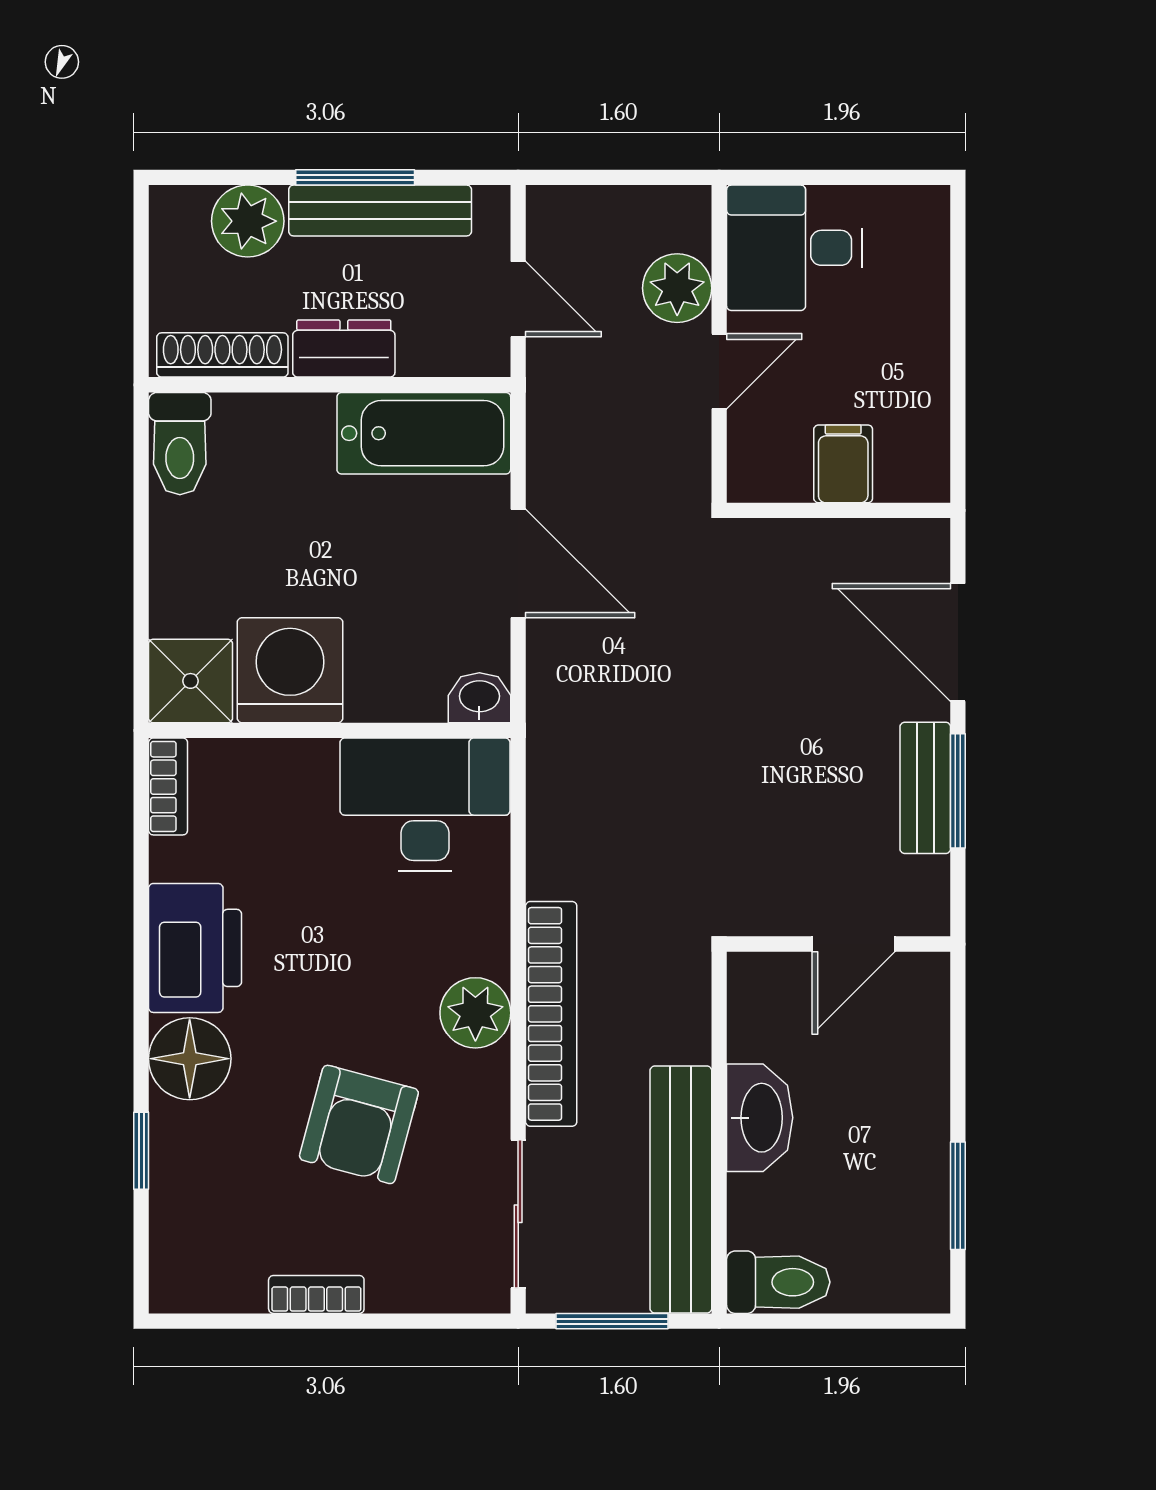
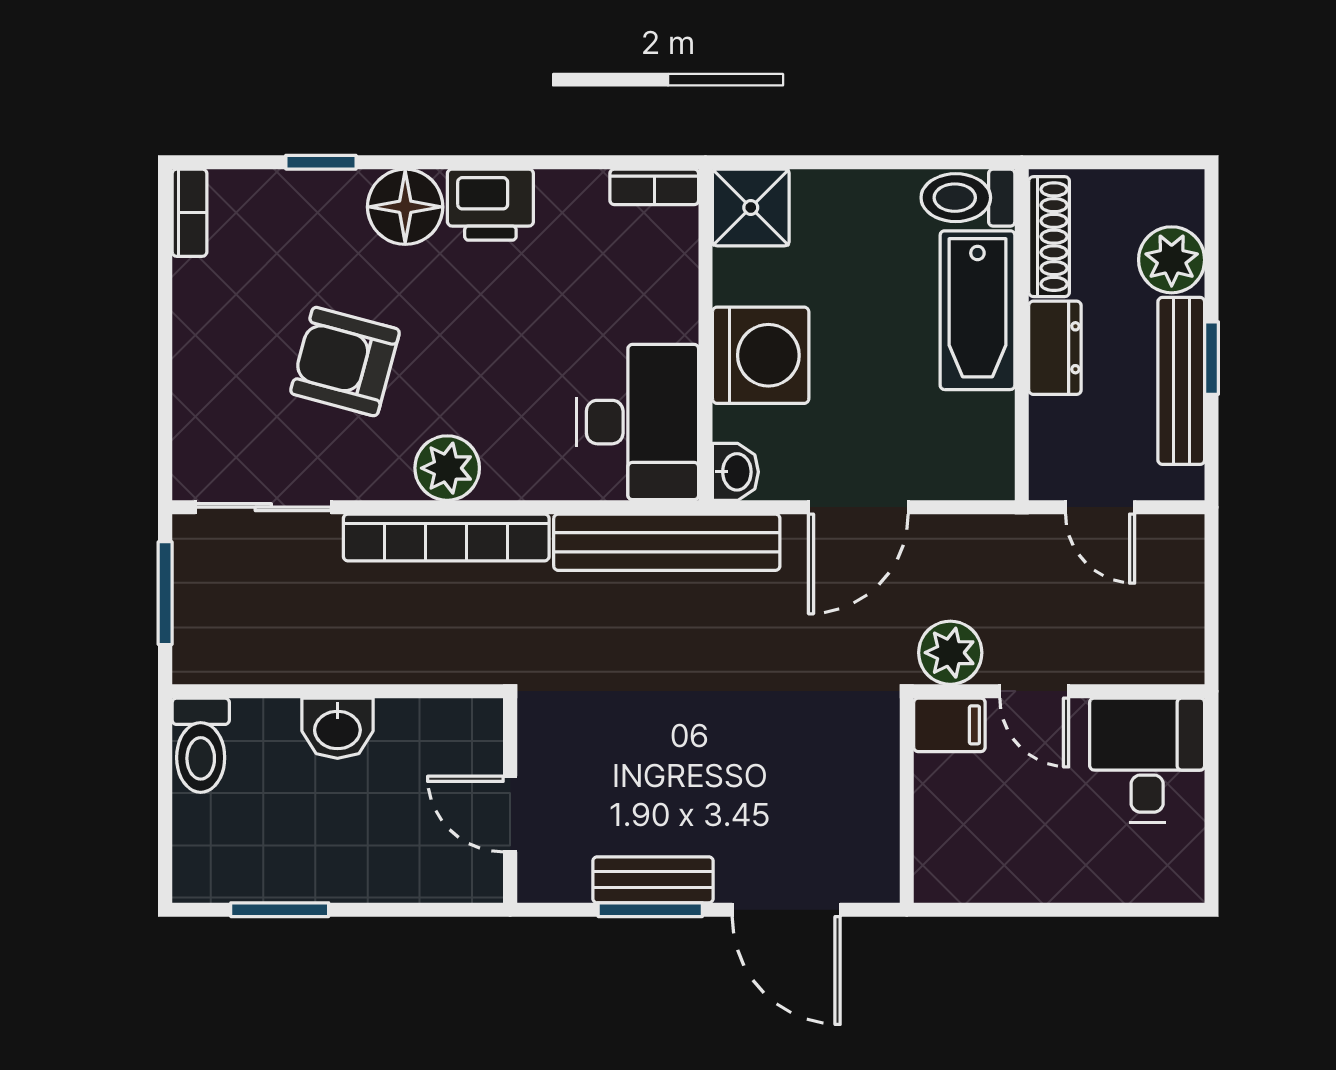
window: (355, 177) -> (1212, 358), width x0.67
plant: (677, 288) -> (950, 653), moved
door: (518, 299) -> (1100, 507), hinge flipped
bathtub: (424, 433) -> (977, 310), moved
filing cabinet: (843, 464) -> (949, 725), moved
door: (958, 642) -> (786, 910), swing flipped
washing machine: (290, 670) -> (761, 355), moved
printer: (195, 948) -> (490, 205), width x0.73, depth x0.84
washbasin: (760, 1118) -> (337, 728), width x0.72
bench: (681, 1190) -> (667, 542), moved
bookcase: (316, 1294) -> (189, 213), moved

